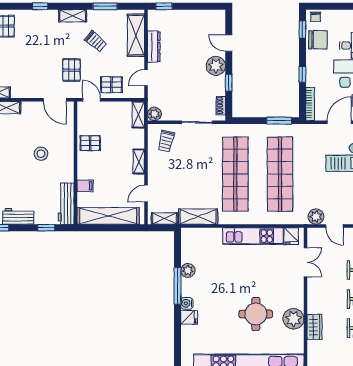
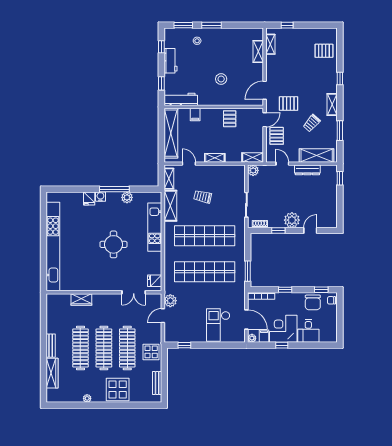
trolley: (166, 141) -> (203, 197), moved
kitchen unit: (253, 236) -> (155, 227), moved
round table: (256, 314) -> (113, 244), moved
plant: (293, 319) -> (88, 283), removed

